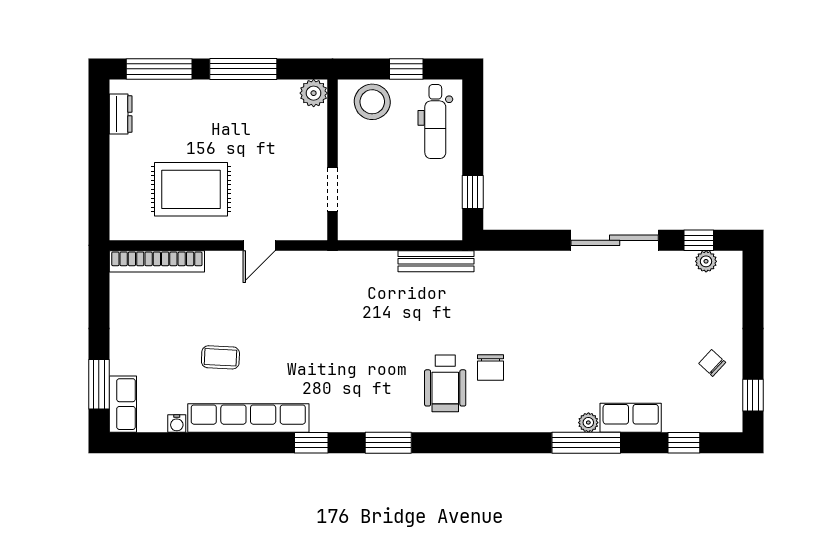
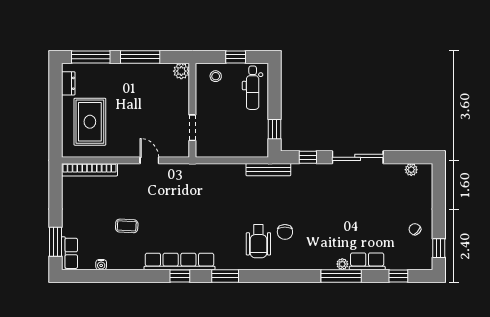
stool: (372, 102) -> (216, 76), width x0.53, depth x0.53
rug: (191, 189) -> (90, 122), moved, turned 90
window: (699, 240) -> (308, 157), moved
door: (259, 245) -> (149, 160), swing flipped
bench: (436, 261) -> (268, 170), moved
row of seats: (248, 418) -> (180, 261), moved

